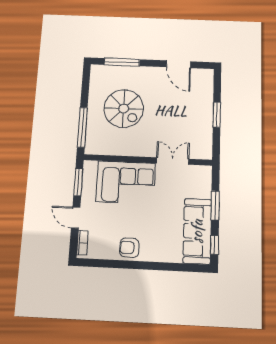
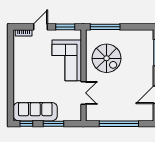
spiral stairs: (124, 109) -> (107, 58), moved, turned -90
window: (217, 115) -> (119, 124), width x2.11
armchair: (129, 248) -> (22, 65), removed

